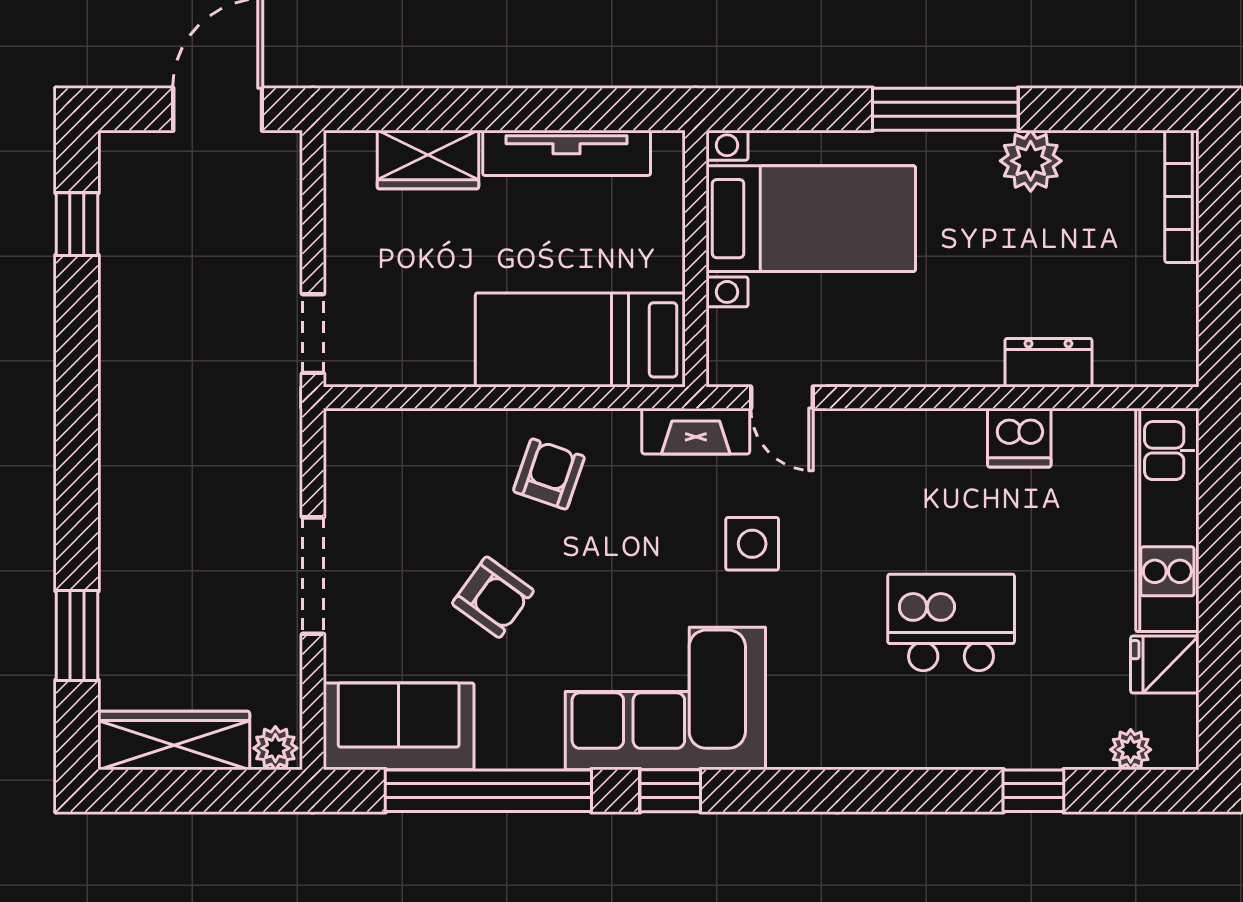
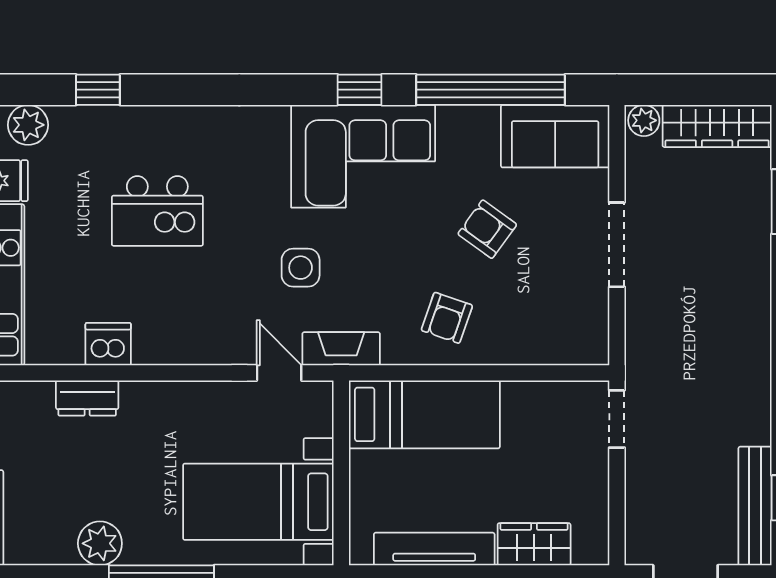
bench: (121, 213) -> (755, 506), added
plant: (1131, 750) -> (28, 125), width x1.38, depth x1.38

